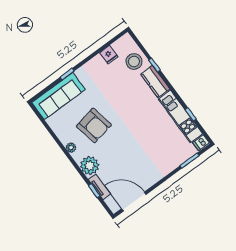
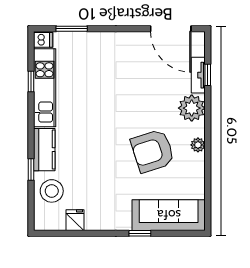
armchair: (94, 125) -> (153, 151), turned -97

